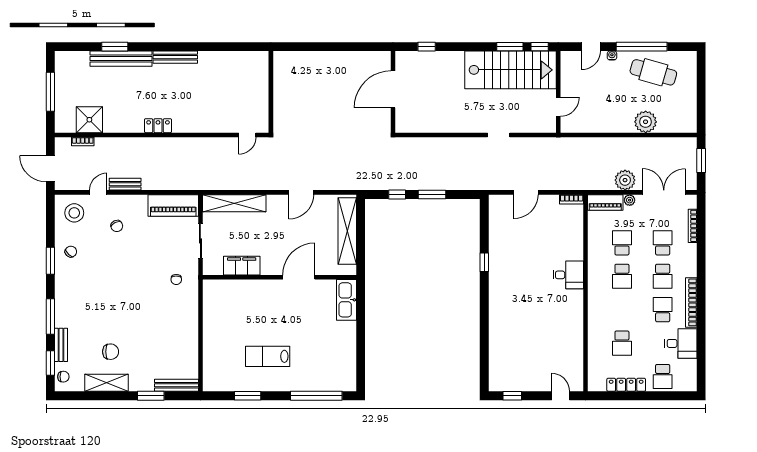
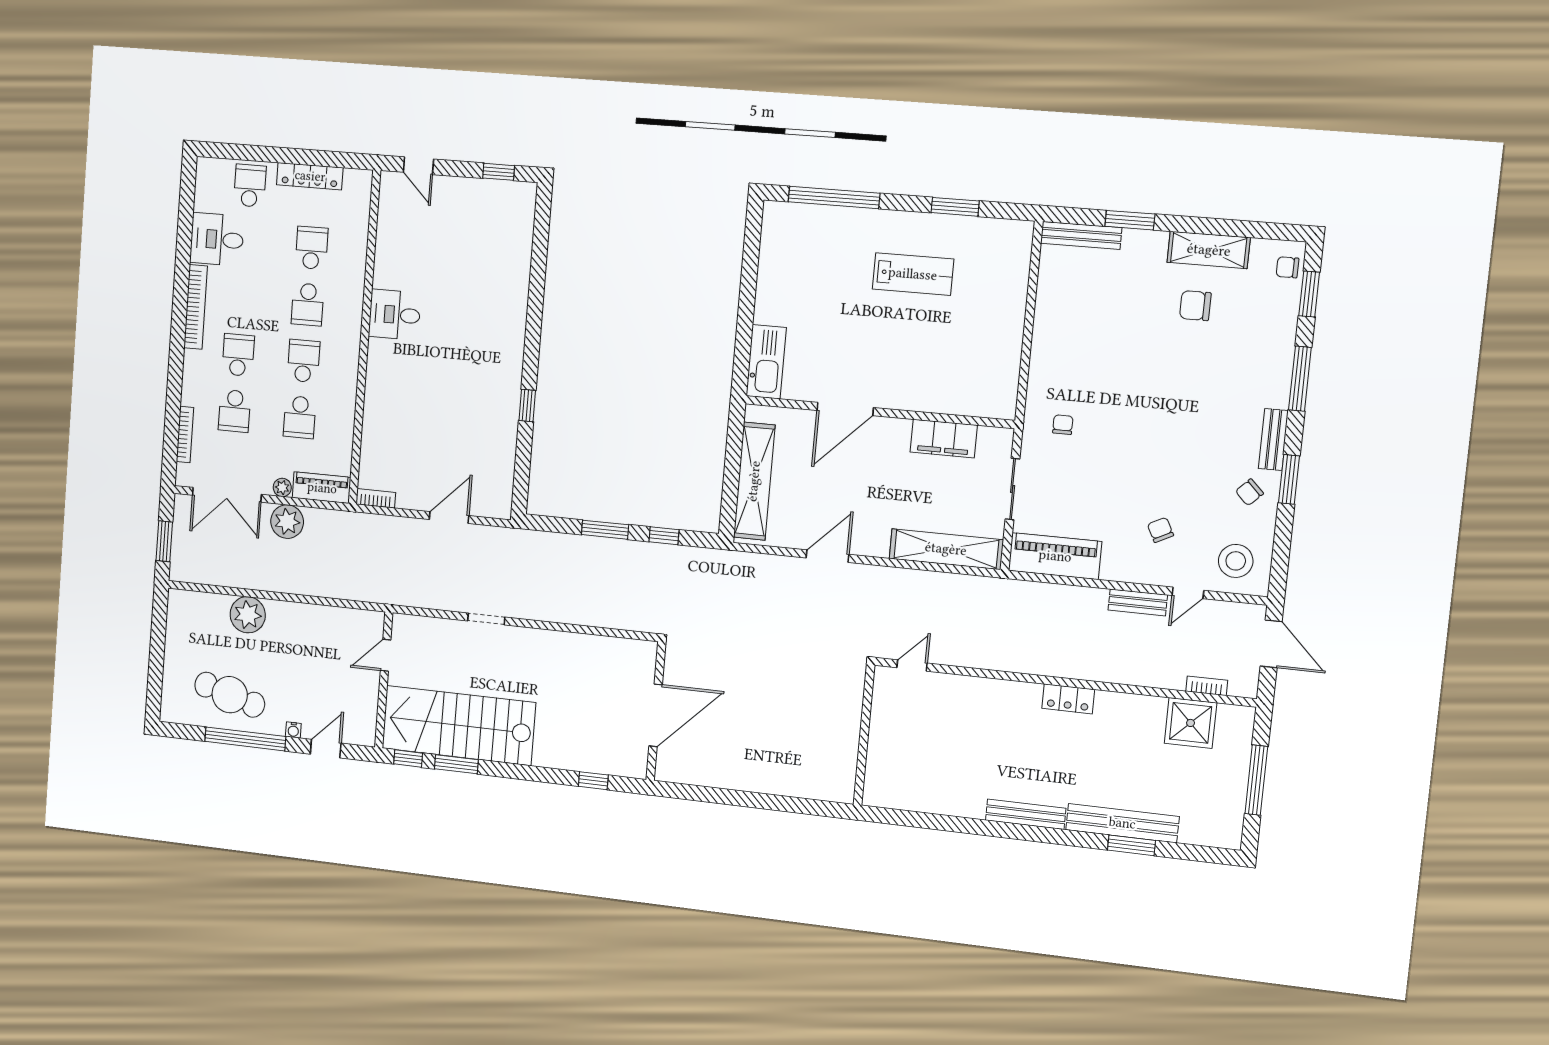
desk: (568, 275) -> (395, 315), moved
school desk: (663, 310) -> (308, 304), moved
bench: (61, 345) -> (1273, 440), moved

